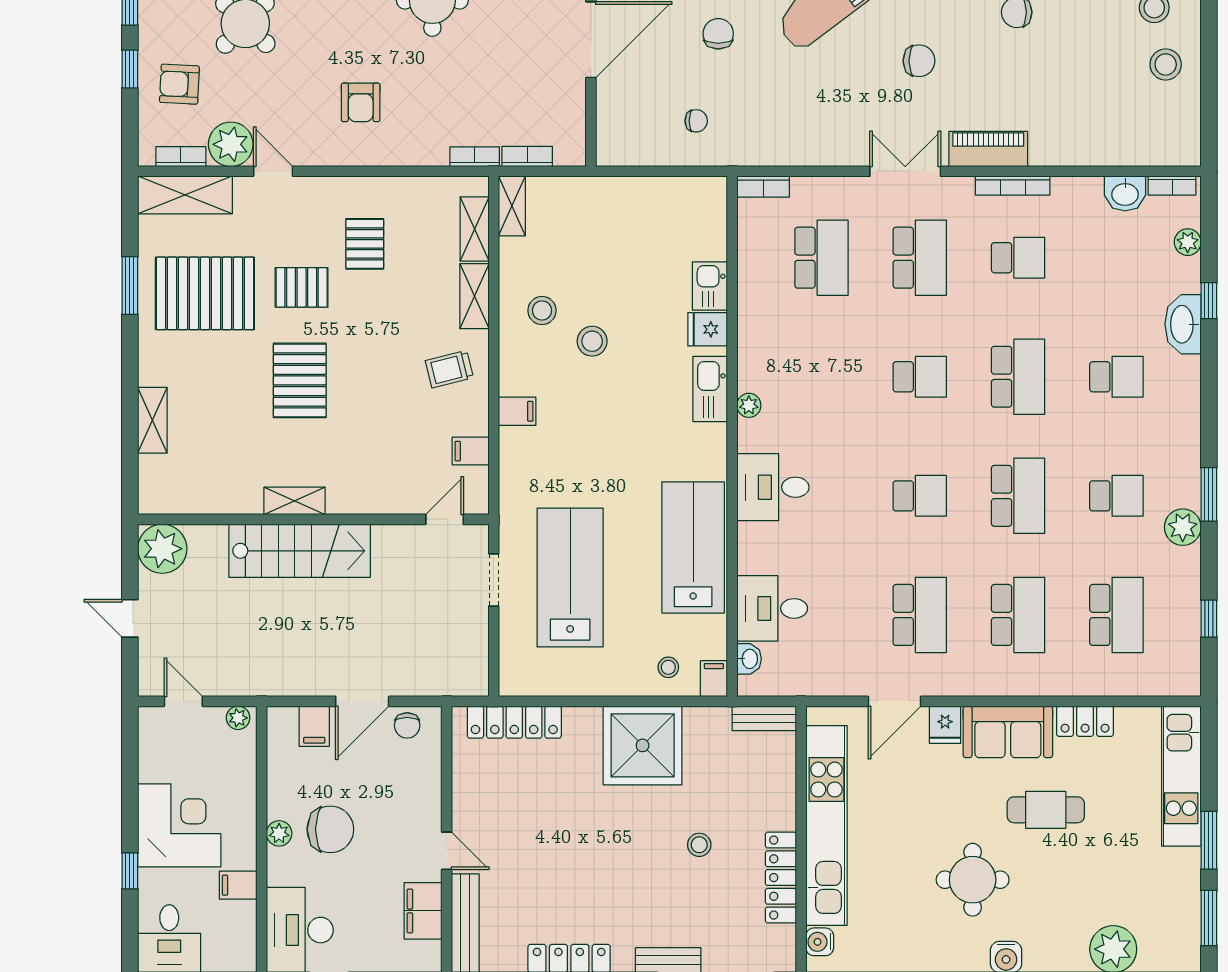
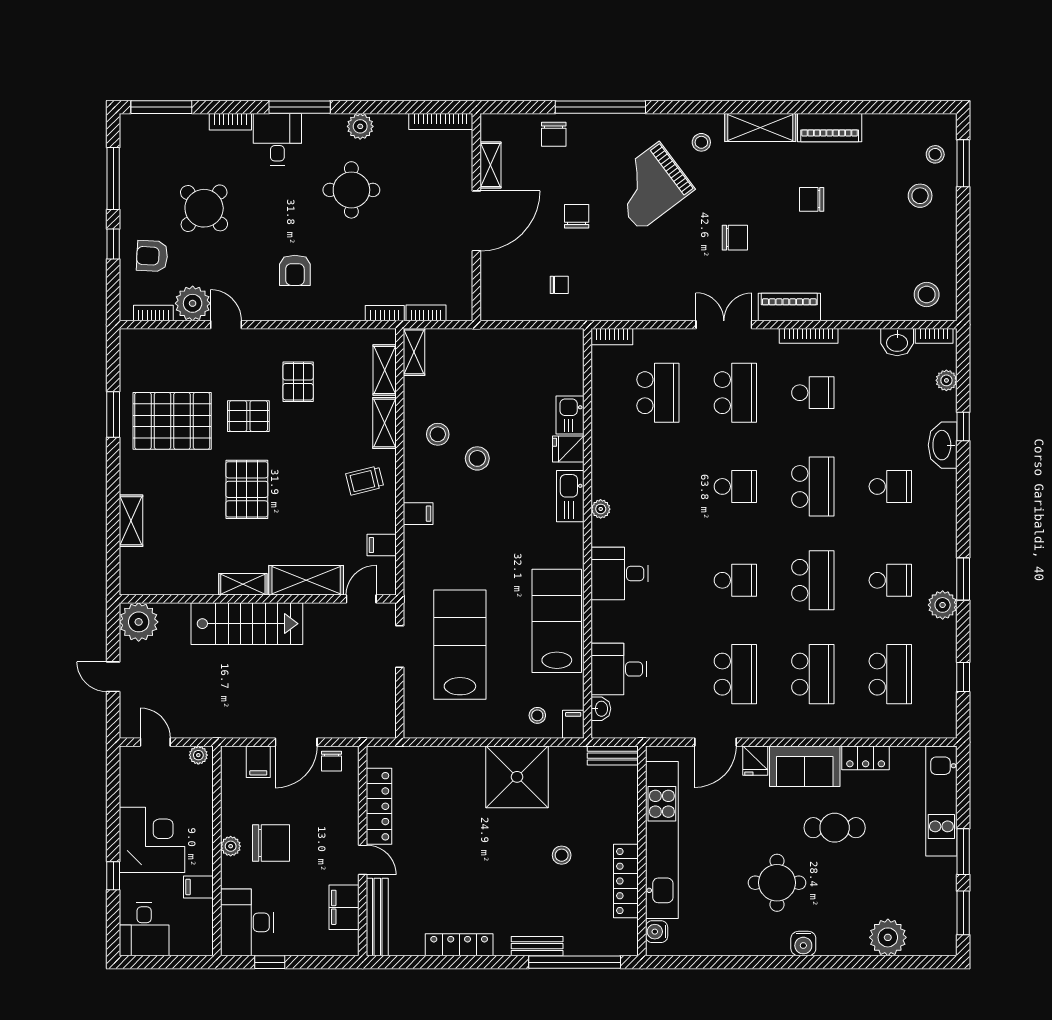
stool: (1166, 64) -> (927, 294), moved
shelving: (185, 195) -> (306, 580), moved
locker: (514, 722) -> (379, 806), moved, turned -90

